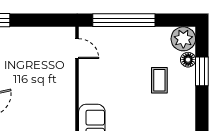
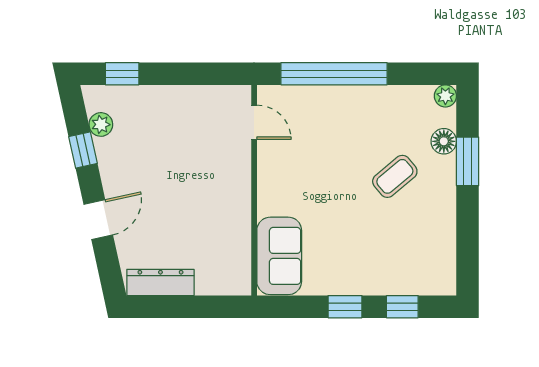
plant: (183, 39) -> (445, 96), width x0.53, depth x0.53
coffee table: (159, 80) -> (395, 176), turned 50

